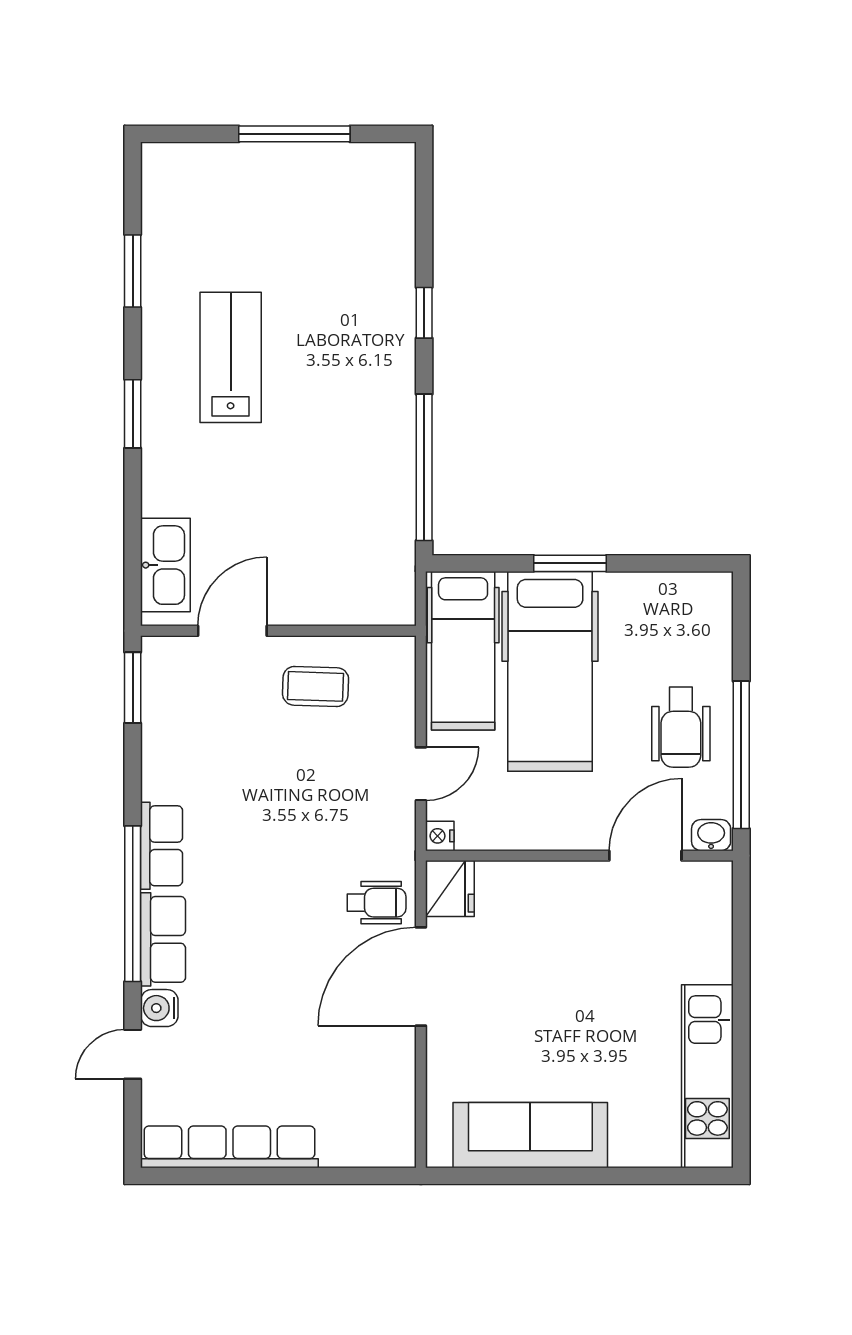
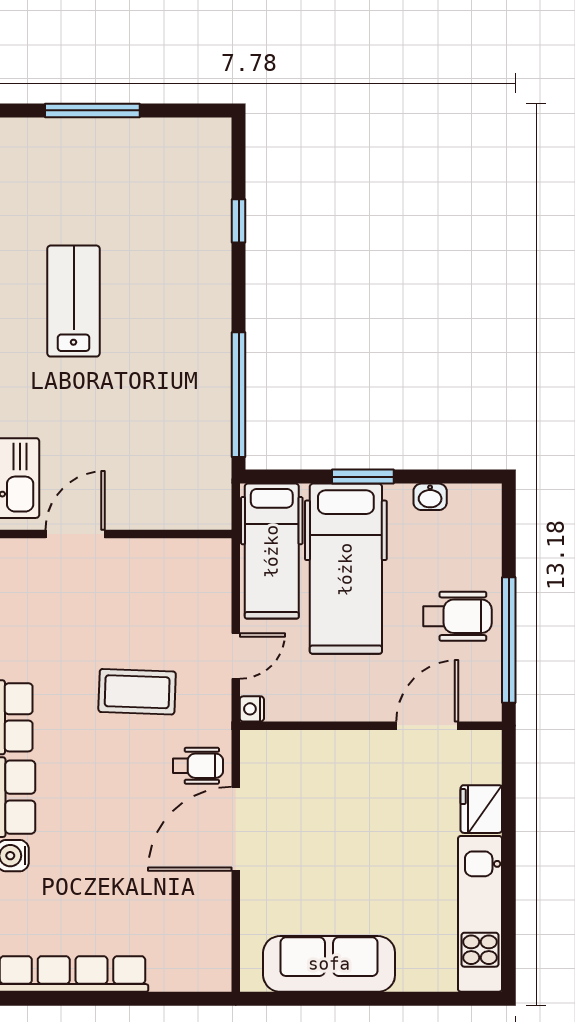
window: (294, 134) -> (92, 110), moved
window: (424, 313) -> (239, 221), moved
coffee table: (316, 686) -> (137, 692), moved, width x1.36, depth x1.30
wheelchair: (681, 727) -> (457, 616), turned -90
washbasin: (711, 835) -> (430, 497), moved, turned 180
fridge: (450, 889) -> (481, 809), moved, turned 180

